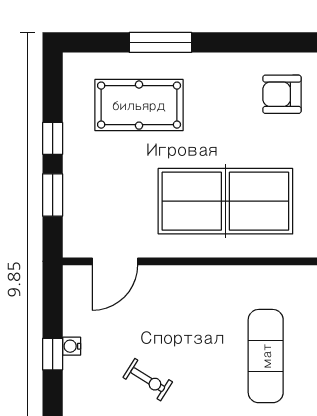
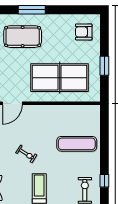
exercise mat: (266, 356) -> (77, 144), turned 90

